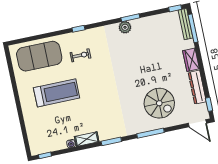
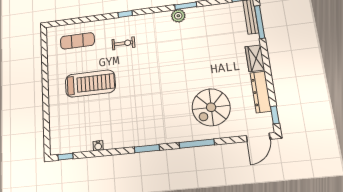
exercise mat: (39, 56) -> (77, 41), width x0.50, depth x0.69
spiral stairs: (159, 103) -> (211, 107), turned 90
door: (197, 123) -> (258, 137), hinge flipped
shelving: (87, 139) -> (118, 142), removed

